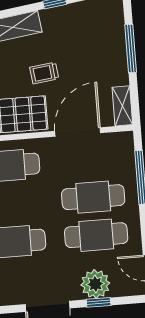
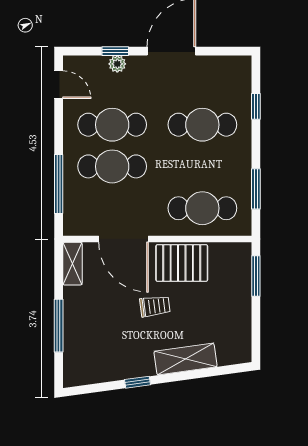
door: (78, 132) -> (124, 239), hinge flipped
plant: (95, 284) -> (117, 64), width x0.53, depth x0.53

